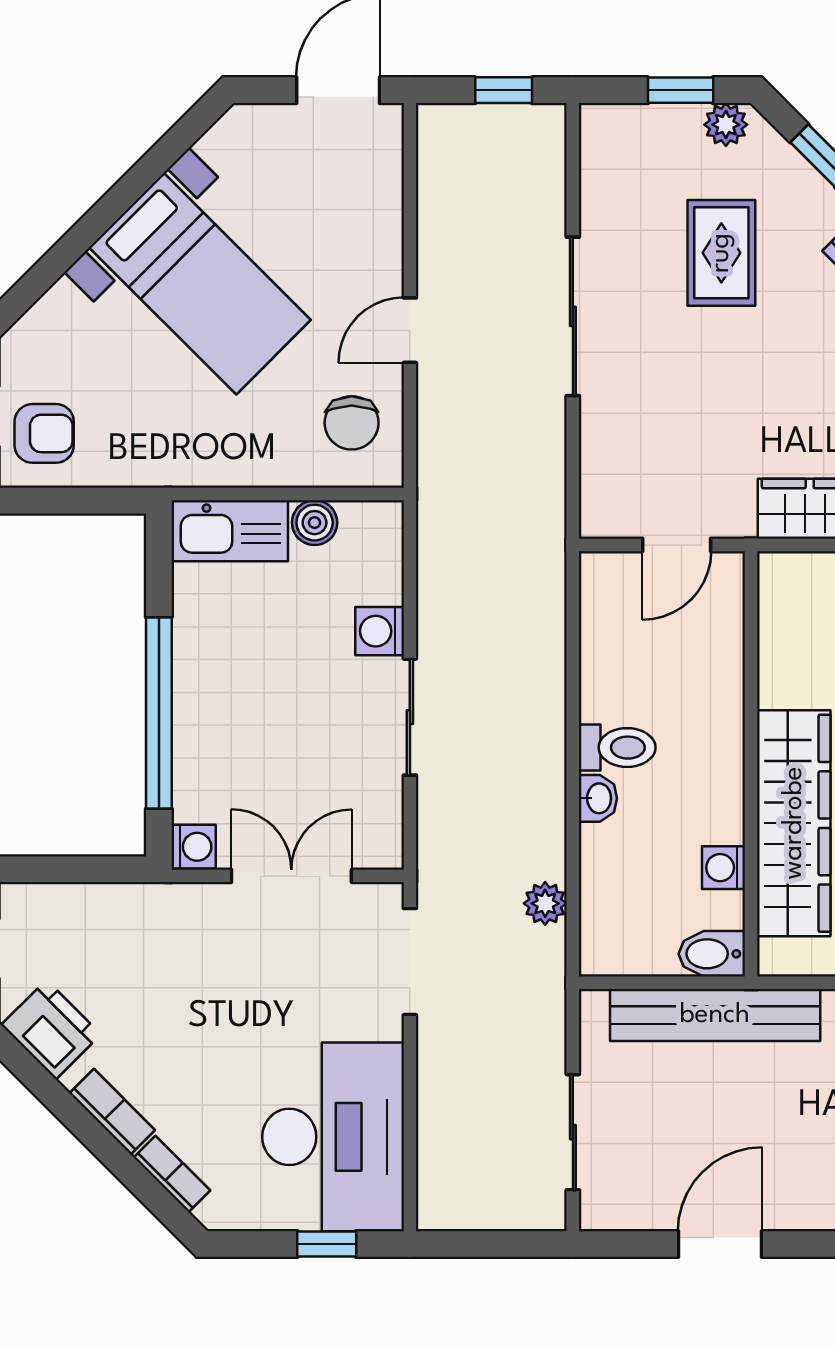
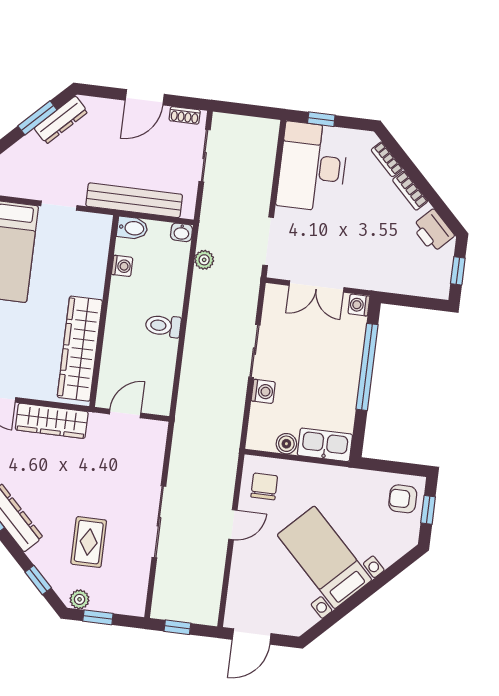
washbasin: (598, 798) -> (181, 232), moved, turned -90
wardrobe: (794, 823) -> (80, 349), moved
shoe rack: (627, 1215) -> (185, 115), added

